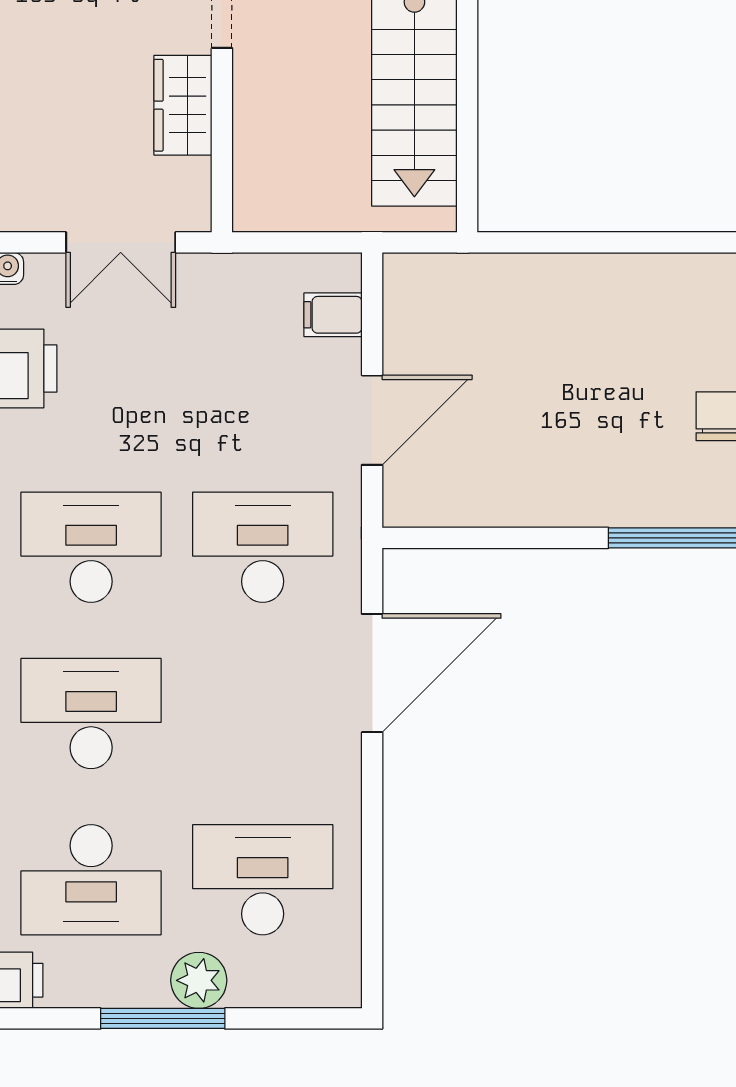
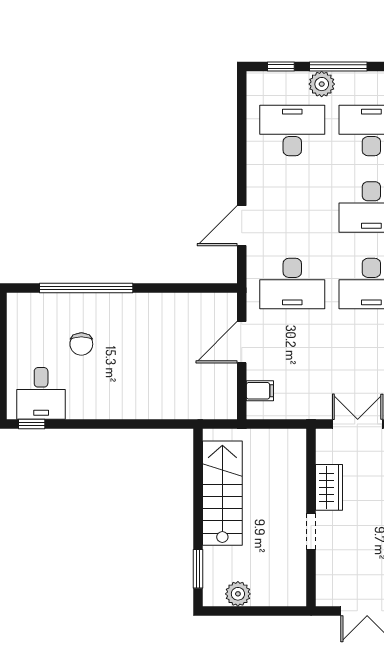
door: (372, 673) -> (242, 226), width x0.73
desk: (263, 880) -> (292, 130), turned 180
window: (287, 1018) -> (281, 67), added

